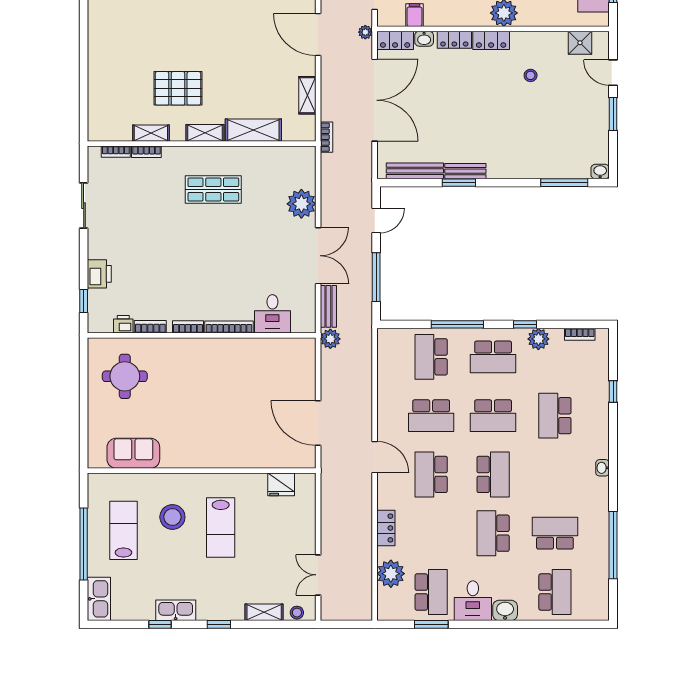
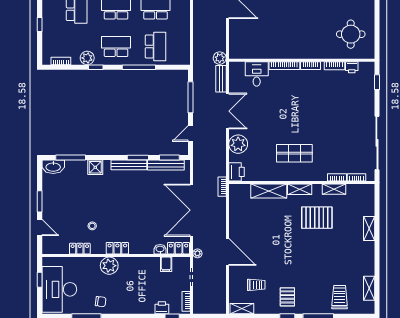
locker: (454, 40) -> (80, 249), moved
shower: (580, 43) -> (95, 167), moved
shelving: (307, 95) -> (369, 228), moved
bench: (465, 171) -> (129, 165), width x1.36
washbasin: (600, 172) -> (53, 167), width x1.91, depth x1.45
window: (410, 183) -> (169, 158), added
sliding door: (84, 206) -> (377, 143), width x1.86
double door: (318, 256) -> (227, 111), swing flipped
printer: (99, 274) -> (236, 172), moved, turned 180

